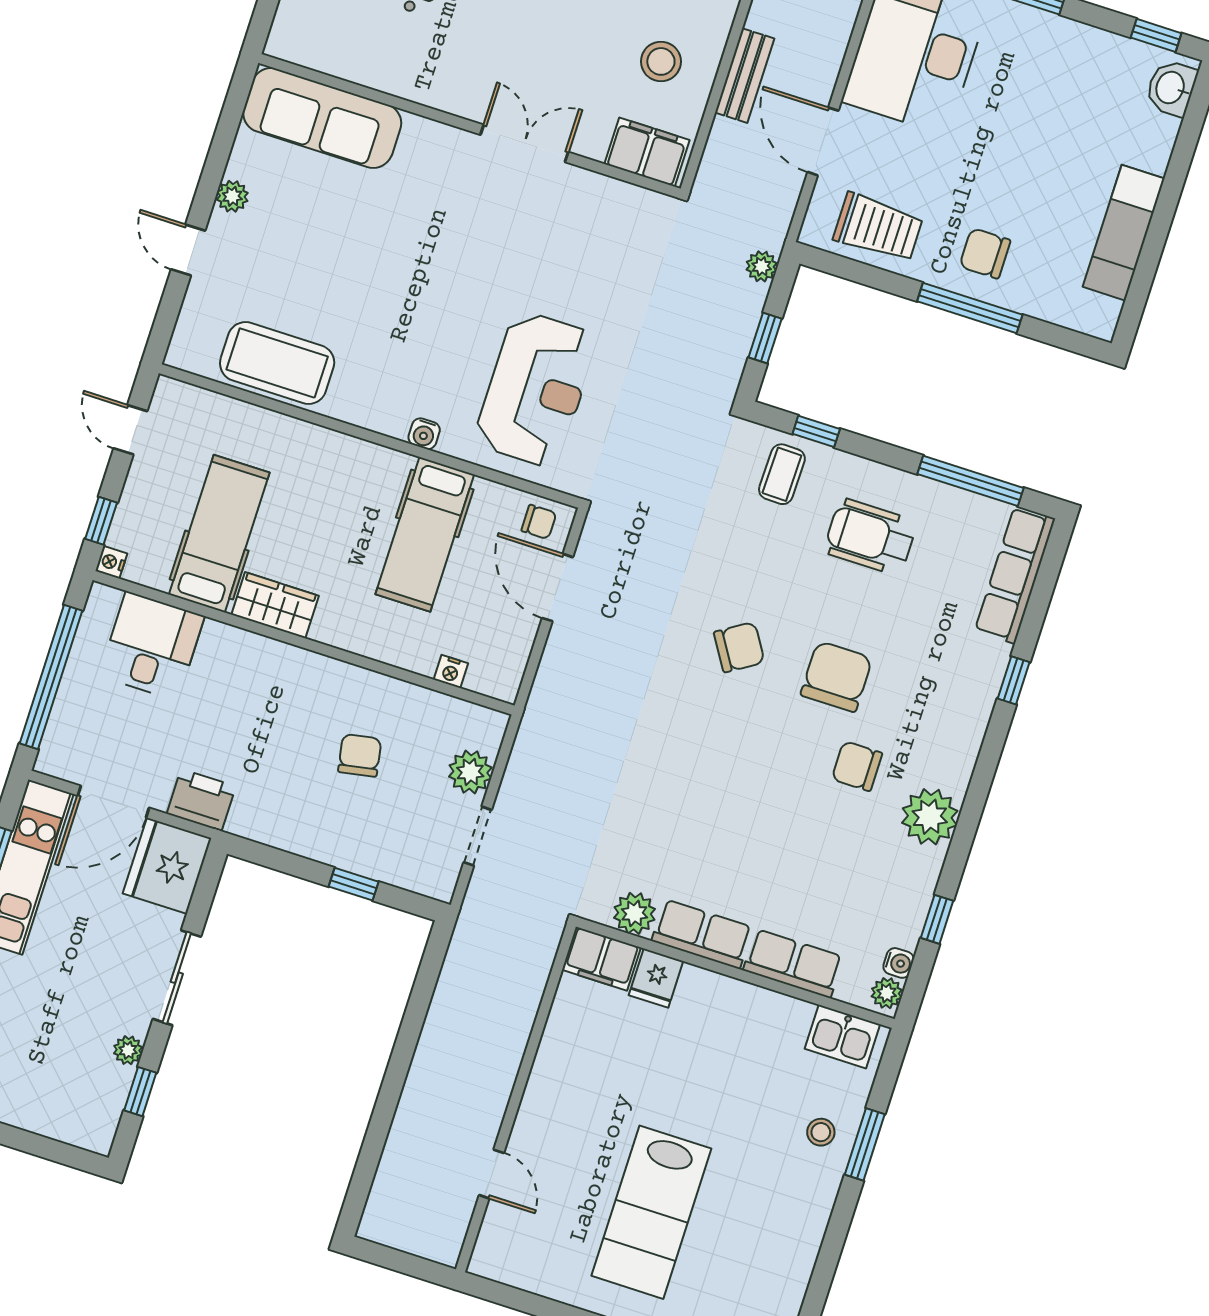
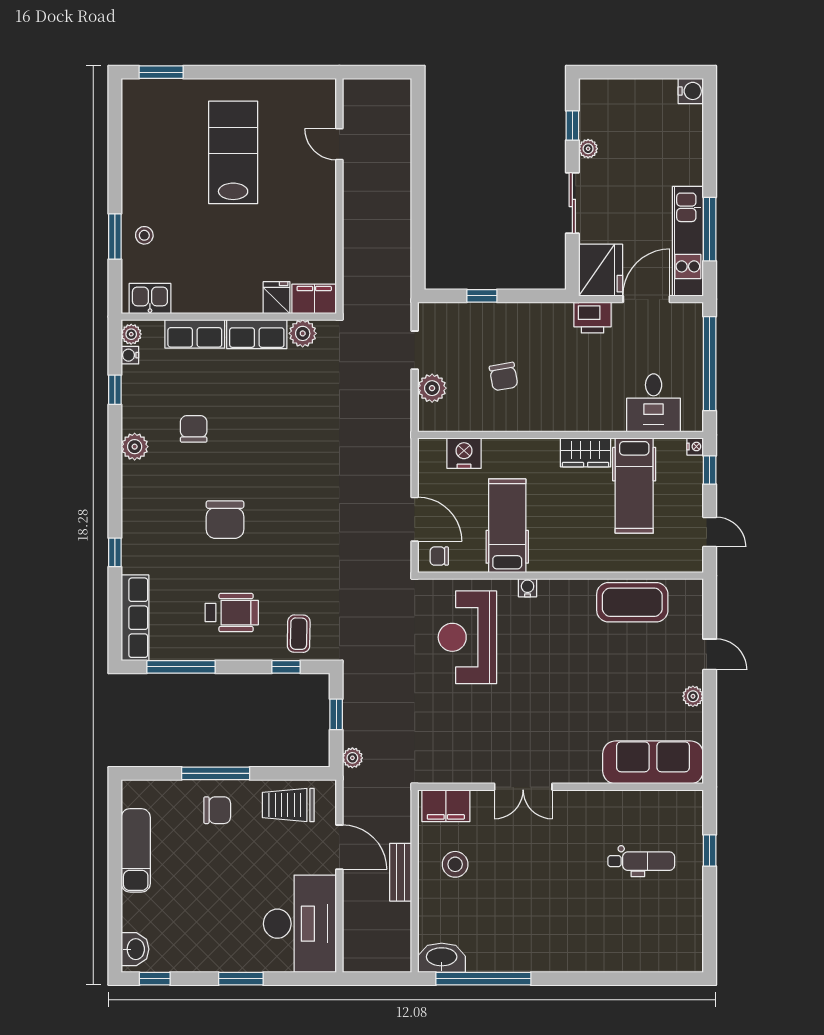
chair: (739, 647) -> (291, 518), removed
nightstand: (451, 671) -> (464, 453), width x1.89, depth x1.79
chair: (857, 766) -> (194, 429), moved, turned -90
plant: (930, 817) -> (135, 447), width x0.73, depth x0.73

